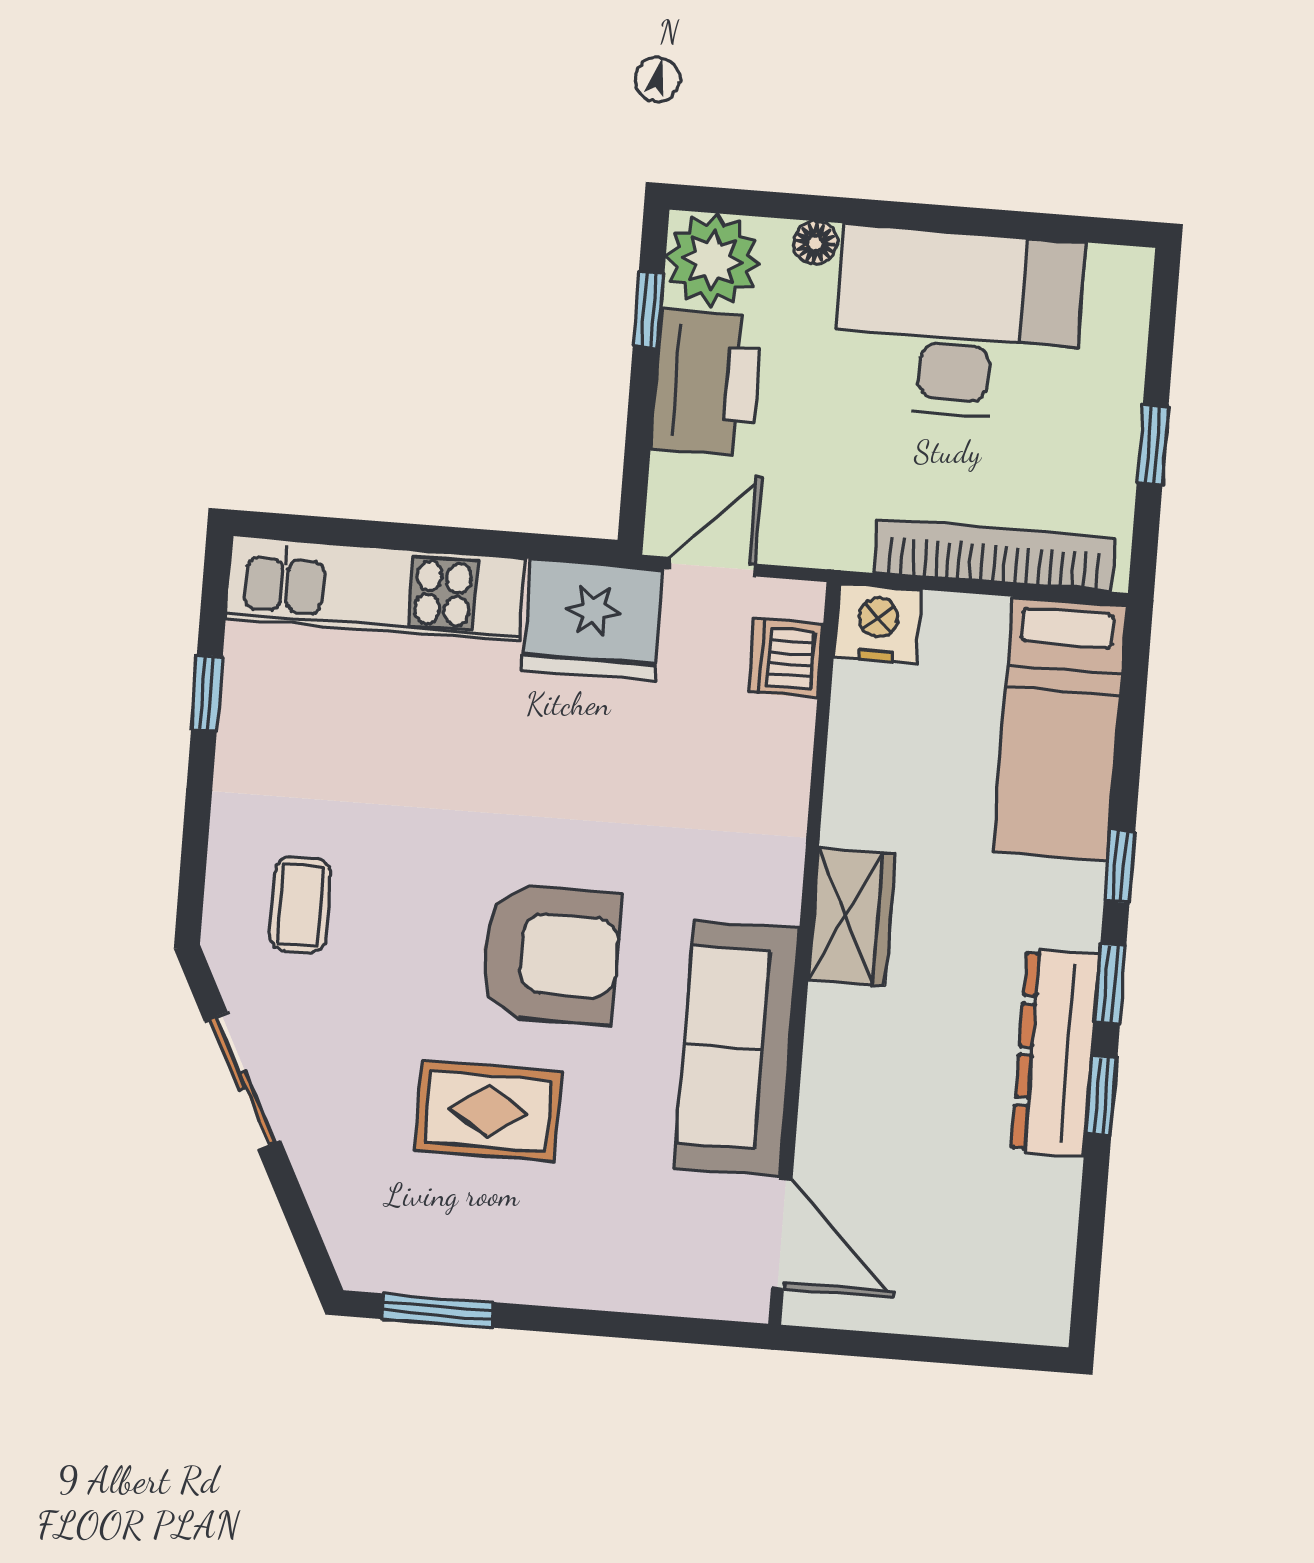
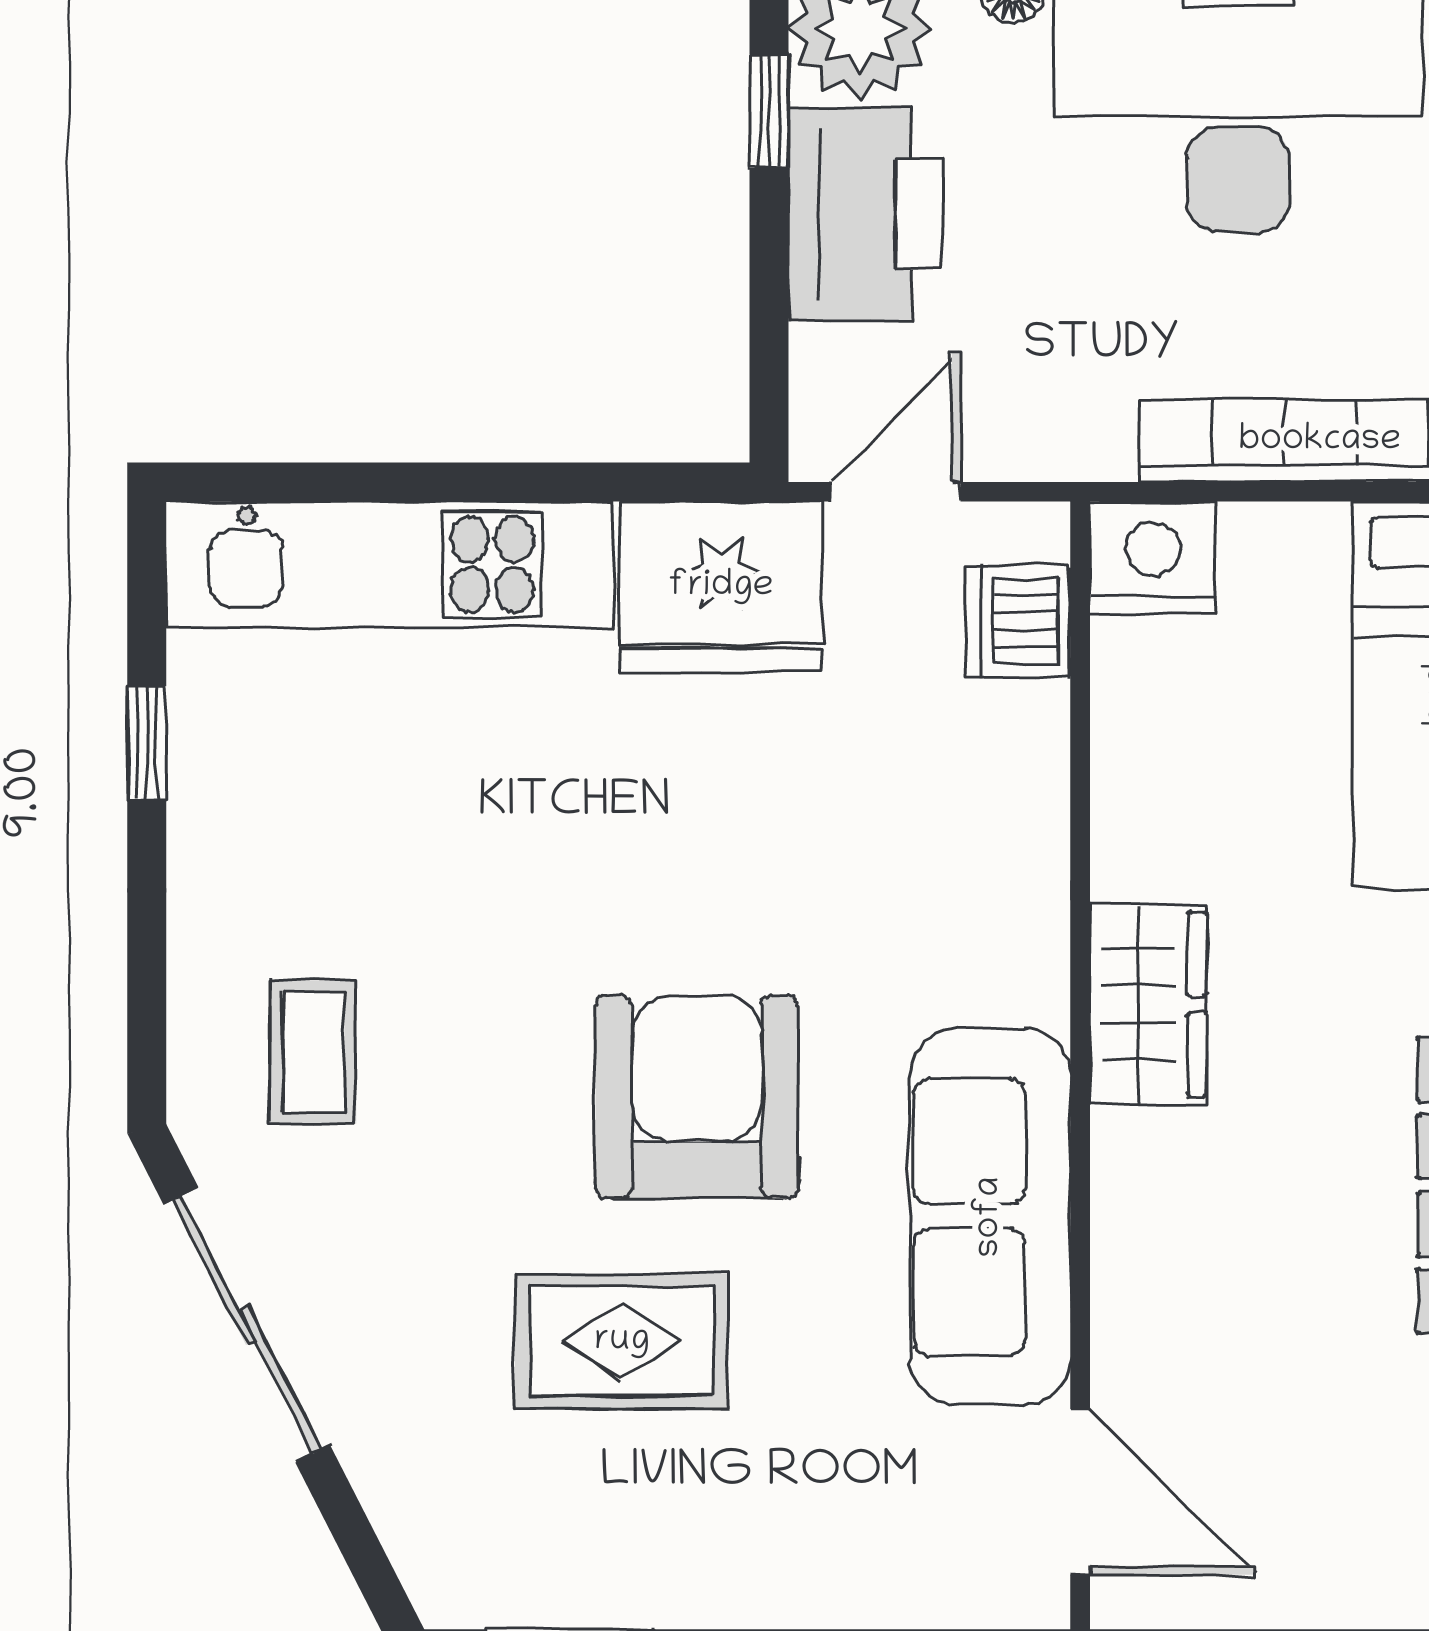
armchair: (550, 954) -> (697, 1097), turned -90
sliding door: (242, 1081) -> (247, 1325), width x1.37

